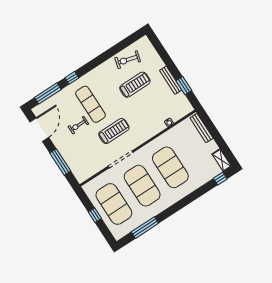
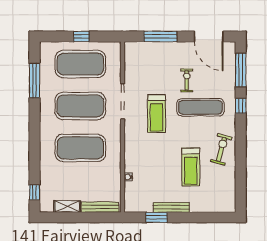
exercise bike: (128, 60) -> (221, 149), moved
shelving: (222, 160) -> (67, 206), moved

